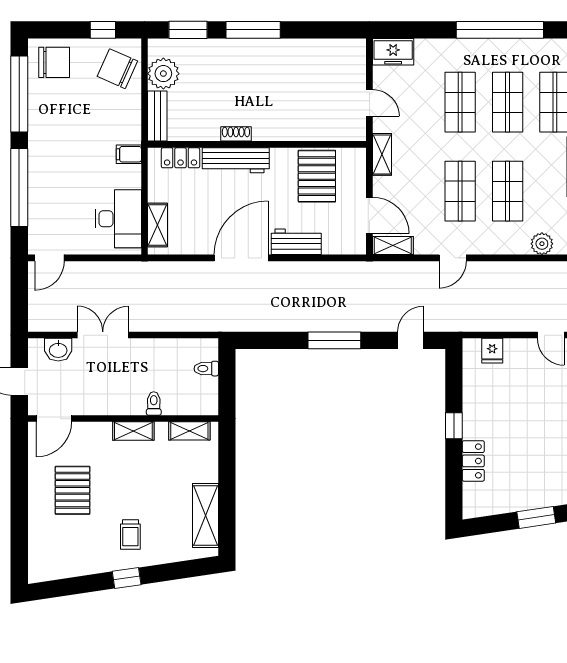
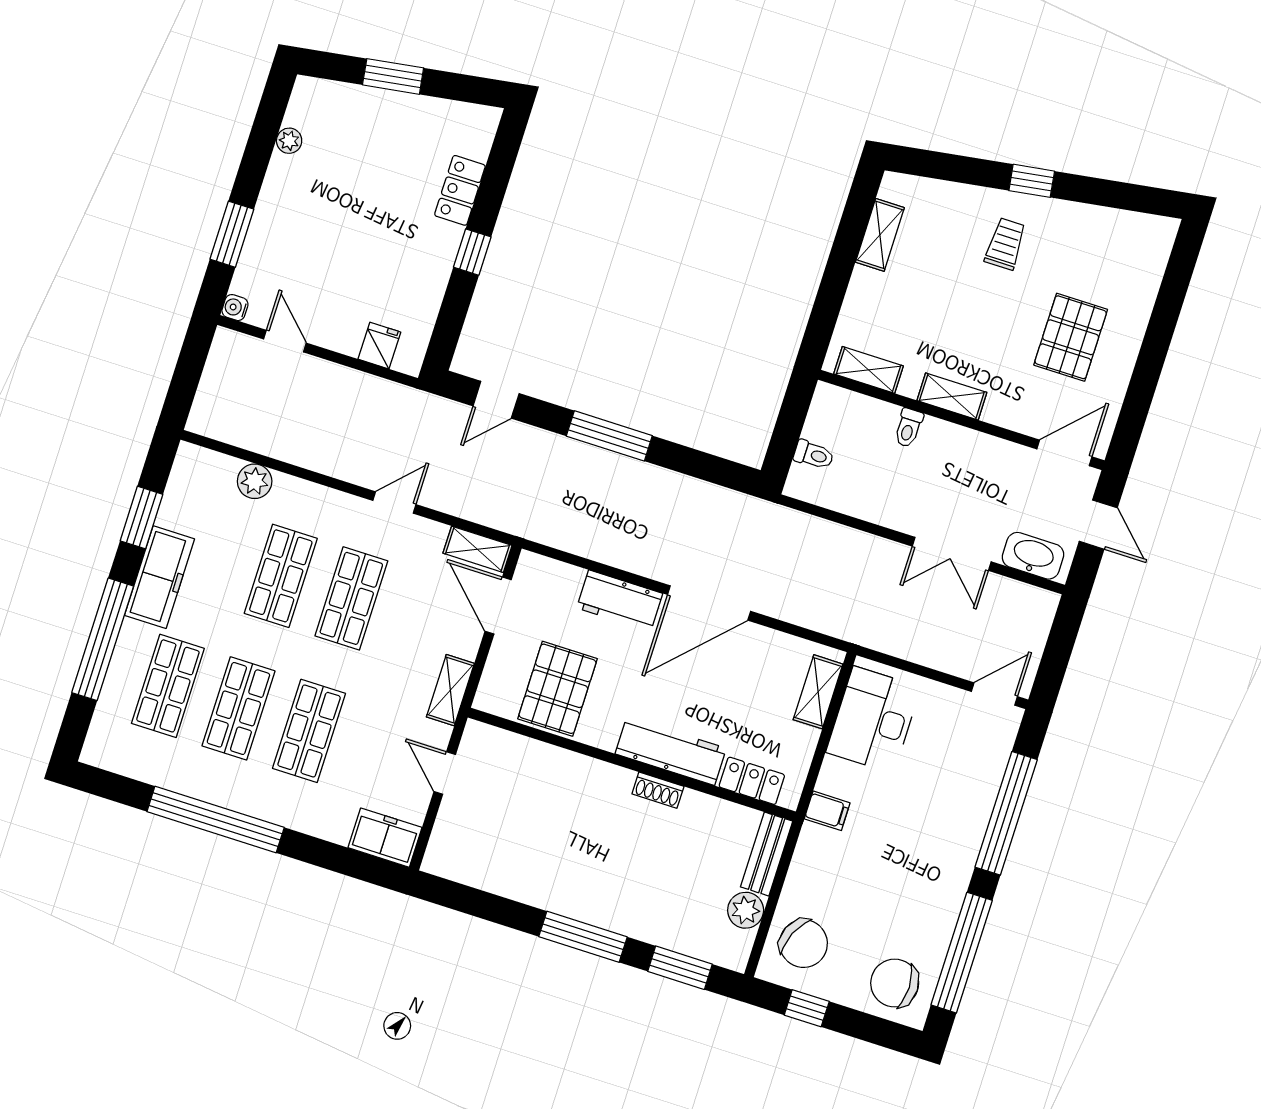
plant: (163, 74) -> (746, 910), width x0.73, depth x0.73
washbasin: (58, 350) -> (1033, 556), width x1.38
shelving: (205, 516) -> (880, 235), width x0.67, depth x0.75

